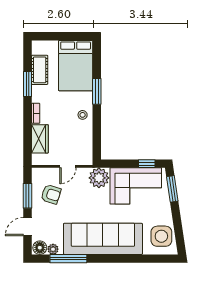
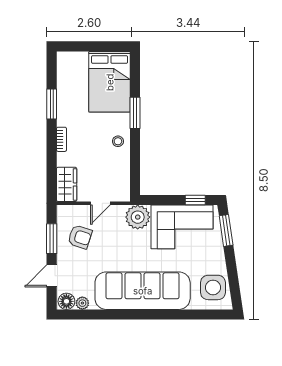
cot: (40, 70) -> (66, 87), removed
wardrobe: (40, 139) -> (67, 184), moved
window: (68, 259) -> (101, 314), removed

